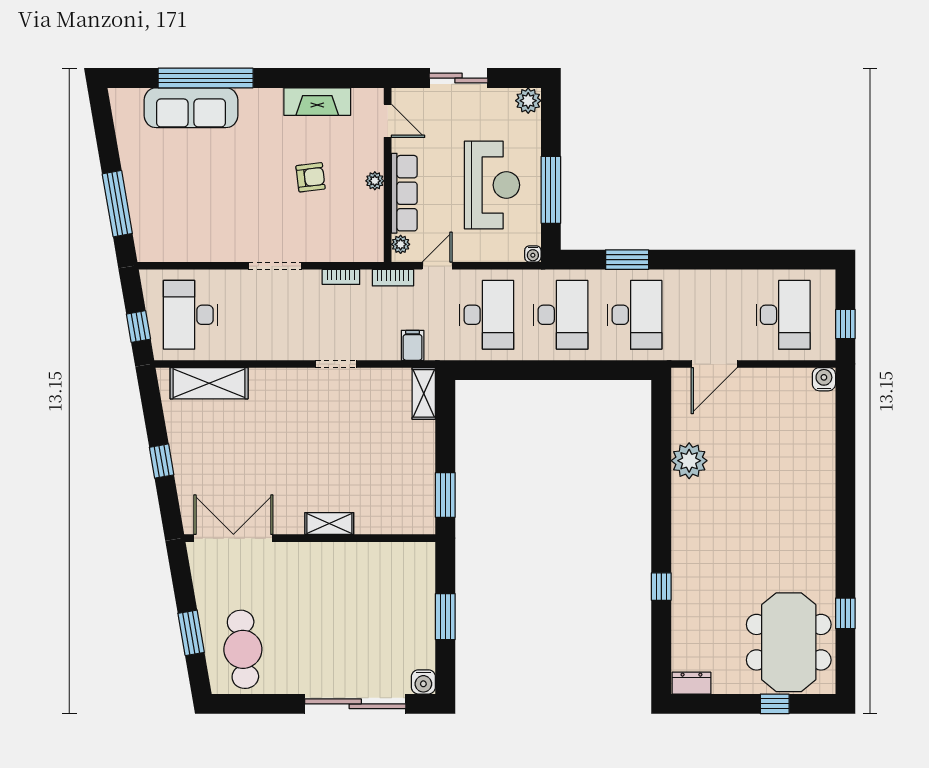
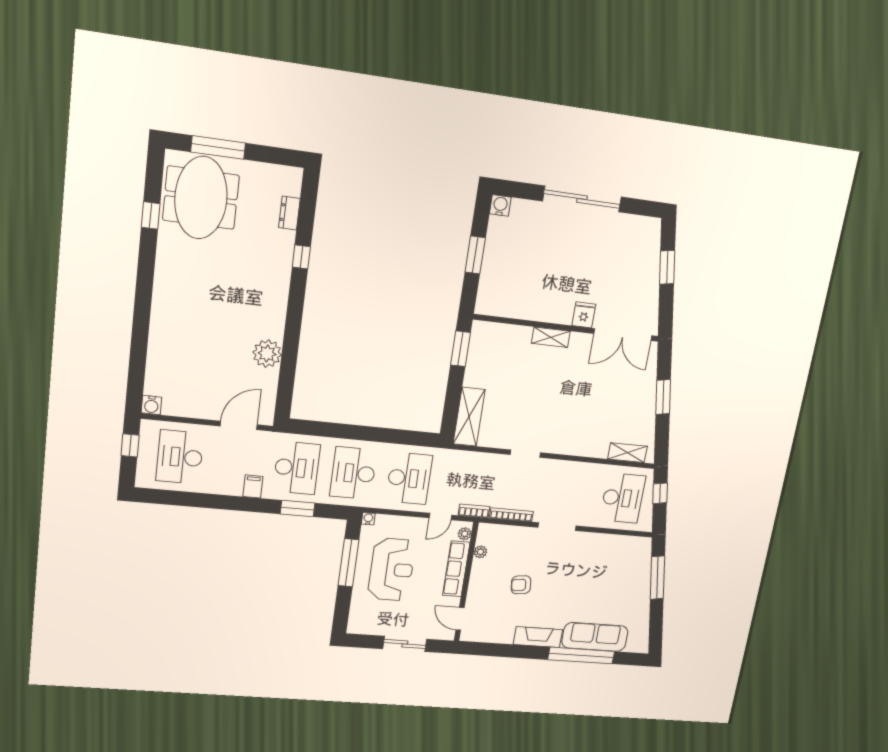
plant: (528, 101) -> (357, 625), removed
fireplace: (317, 102) -> (538, 637), moved
plant: (375, 181) -> (480, 552), moved
reception desk: (492, 185) -> (392, 570), turned 180
bookcase: (341, 277) -> (511, 515), width x1.56
desk: (487, 315) -> (409, 478), turned 180
desk: (635, 315) -> (297, 468), turned 180
filing cabinet: (413, 345) -> (253, 486), moved, turned 180
shelving: (209, 383) -> (627, 453), width x0.67, depth x0.75
shelving: (424, 393) -> (469, 417), width x1.50, depth x1.33
window: (162, 461) -> (663, 397), width x1.50
fridge: (291, 558) -> (584, 315), added
cafe table: (243, 649) -> (632, 250), removed
dresser: (691, 683) -> (289, 213), moved, turned 90
sliding door: (355, 704) -> (582, 199), moved
window: (775, 704) -> (218, 147), width x2.17

